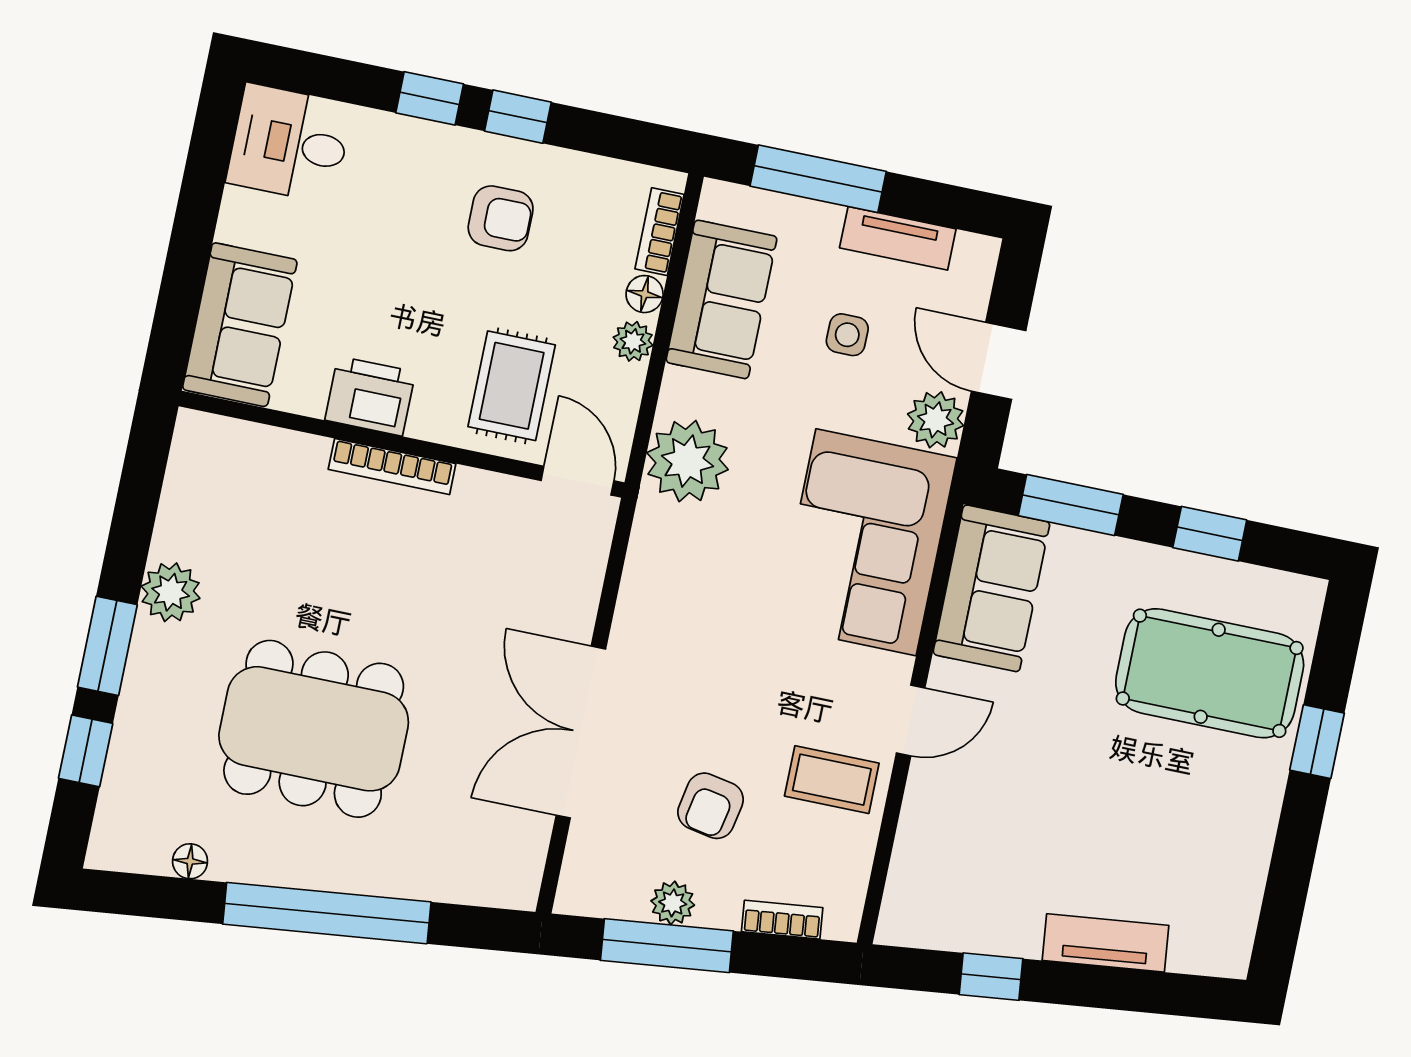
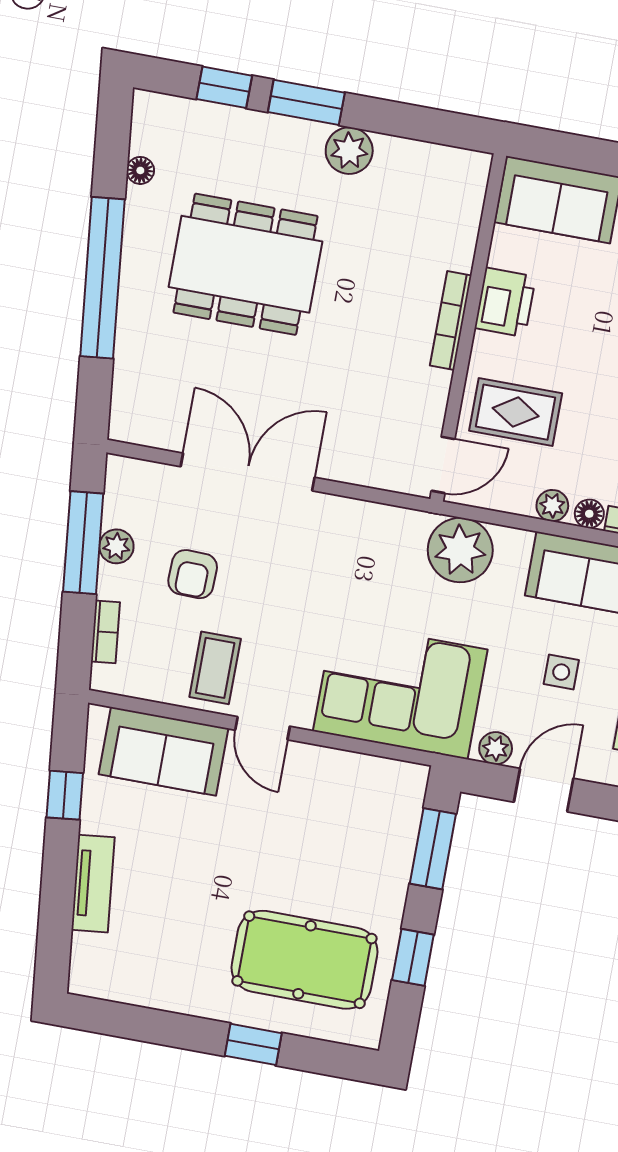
plant: (936, 420) -> (496, 748), width x0.73, depth x0.73
sofa: (991, 588) -> (164, 751), moved
pool table: (1210, 673) -> (304, 960), turned 90
dining table: (314, 729) -> (245, 264), turned 90
armchair: (711, 806) -> (193, 574), turned -100

